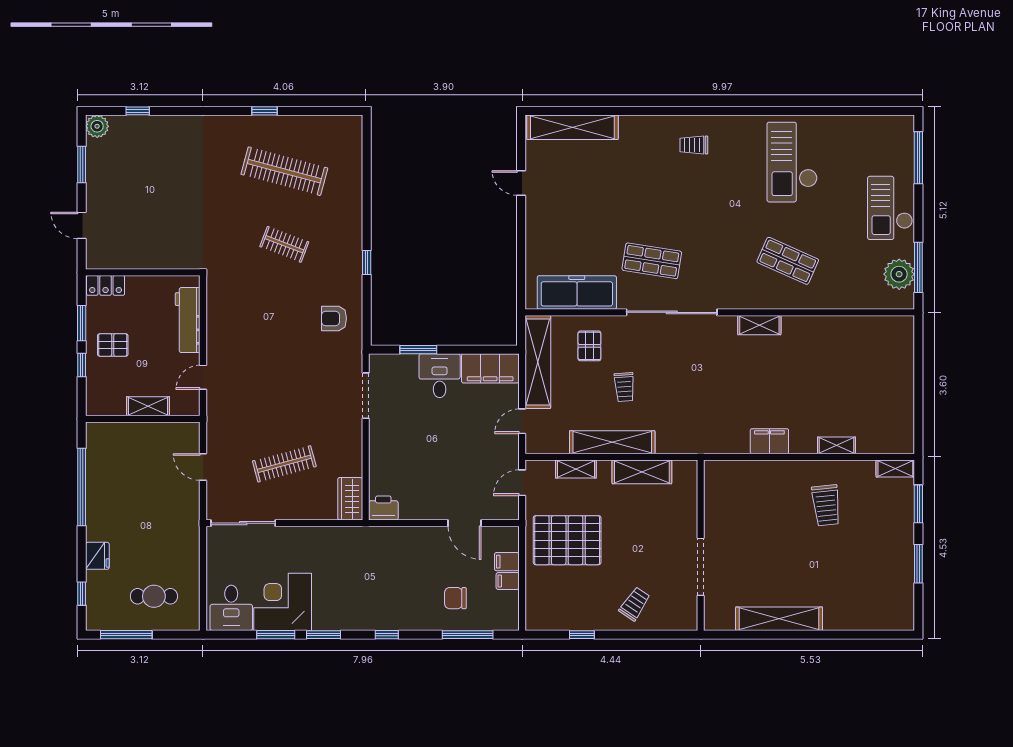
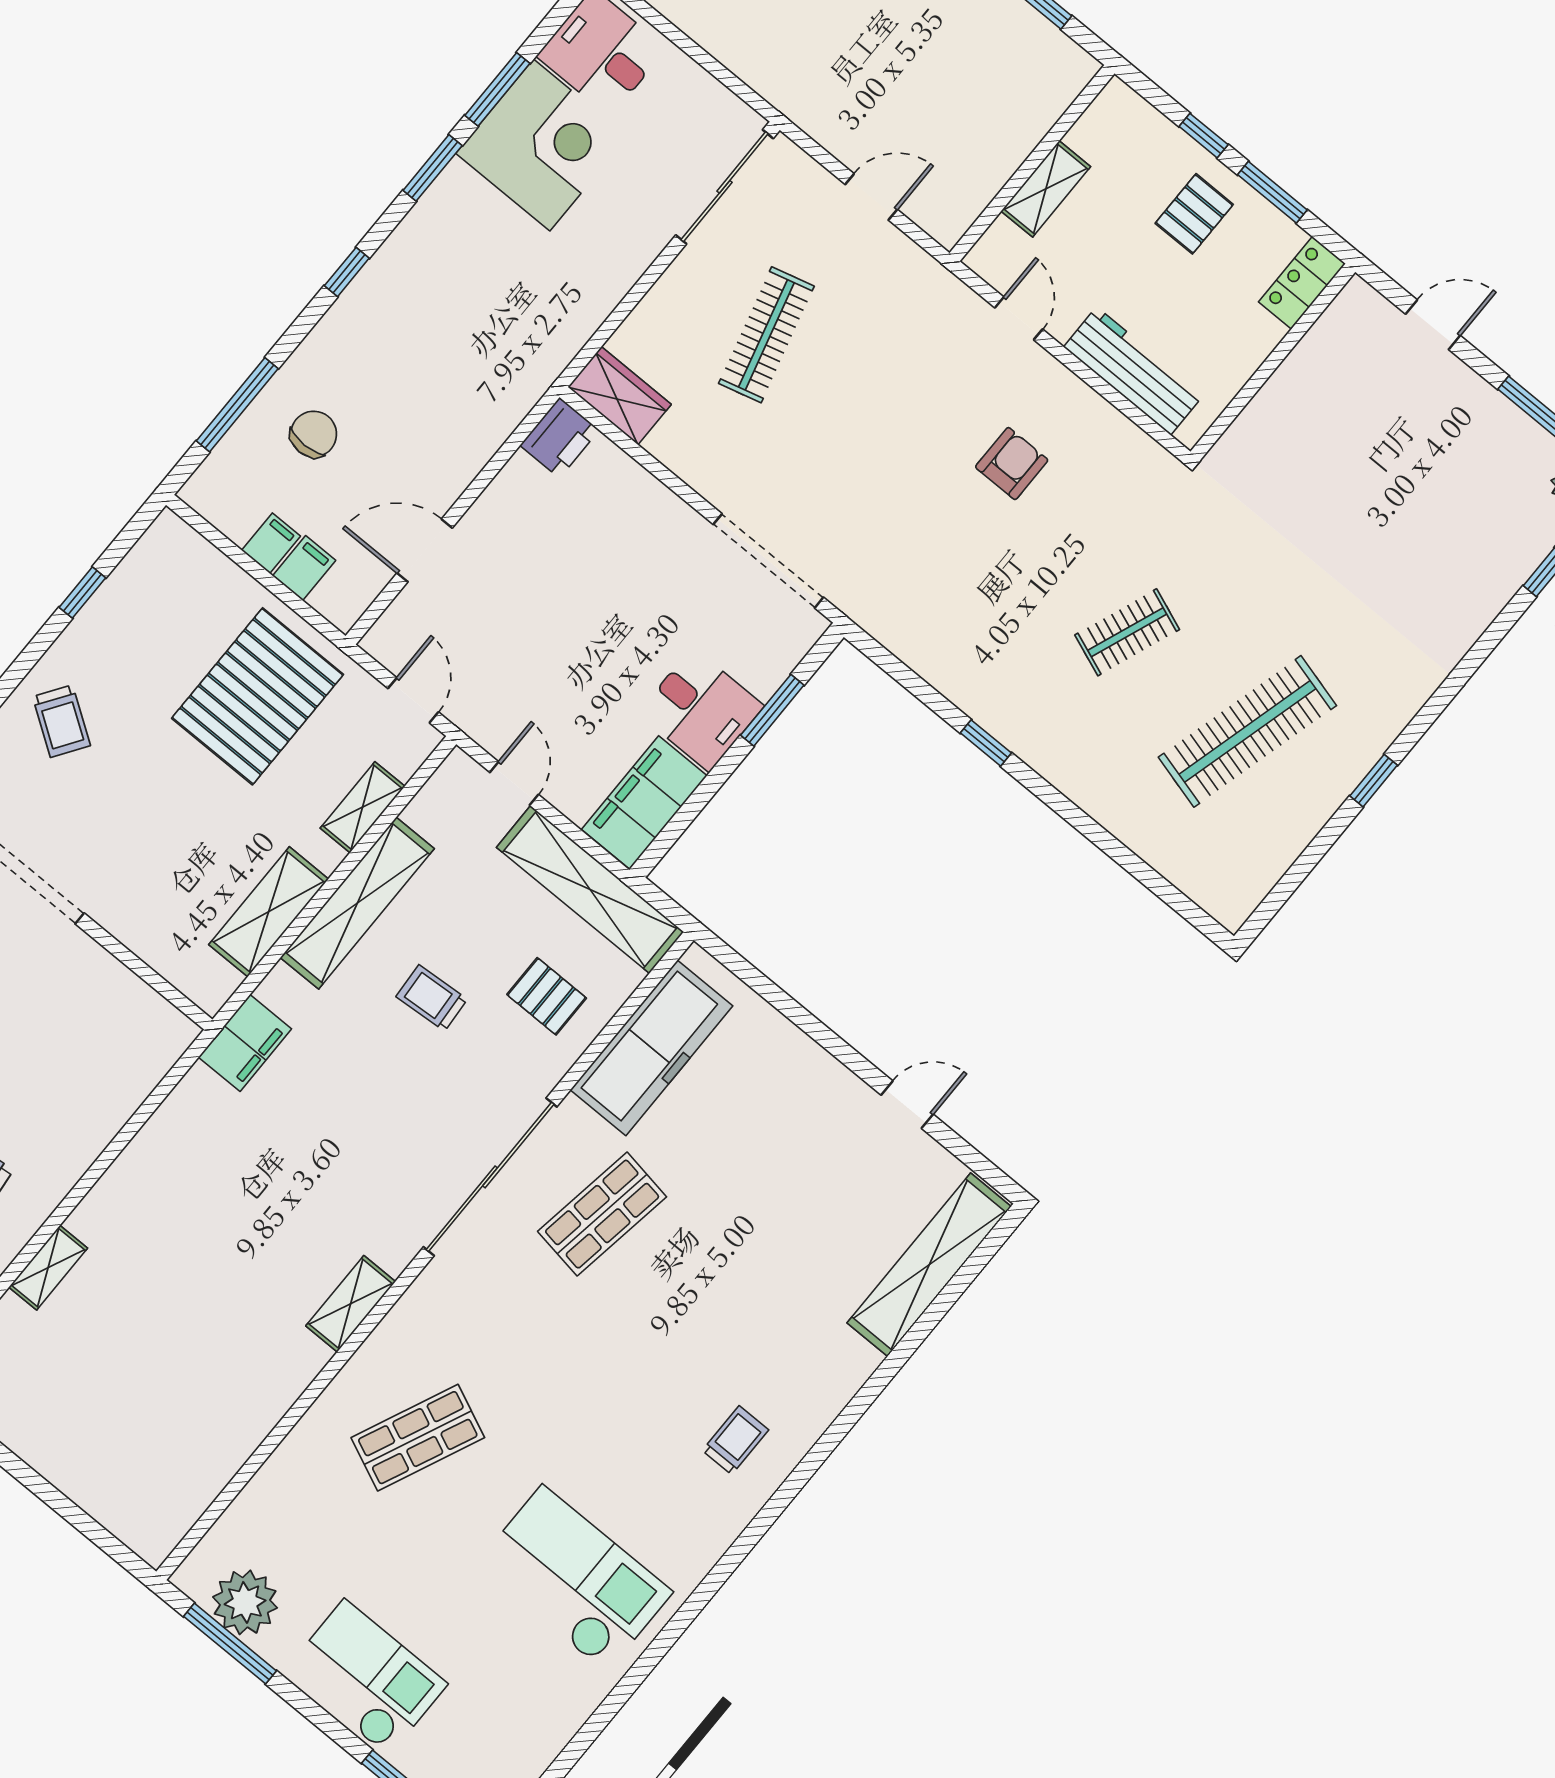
armchair: (334, 318) -> (1012, 464), moved
doorway: (366, 396) -> (768, 561), width x1.36
filing cabinet: (769, 441) -> (245, 1043), moved

